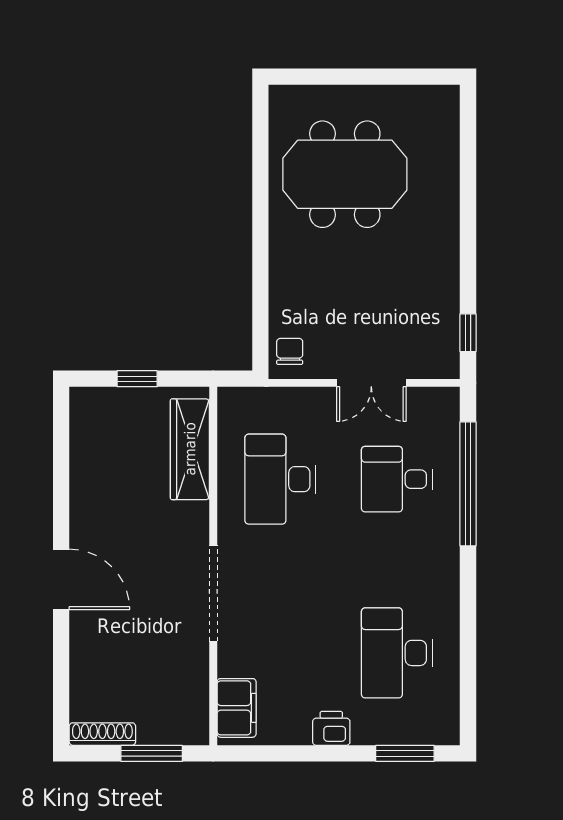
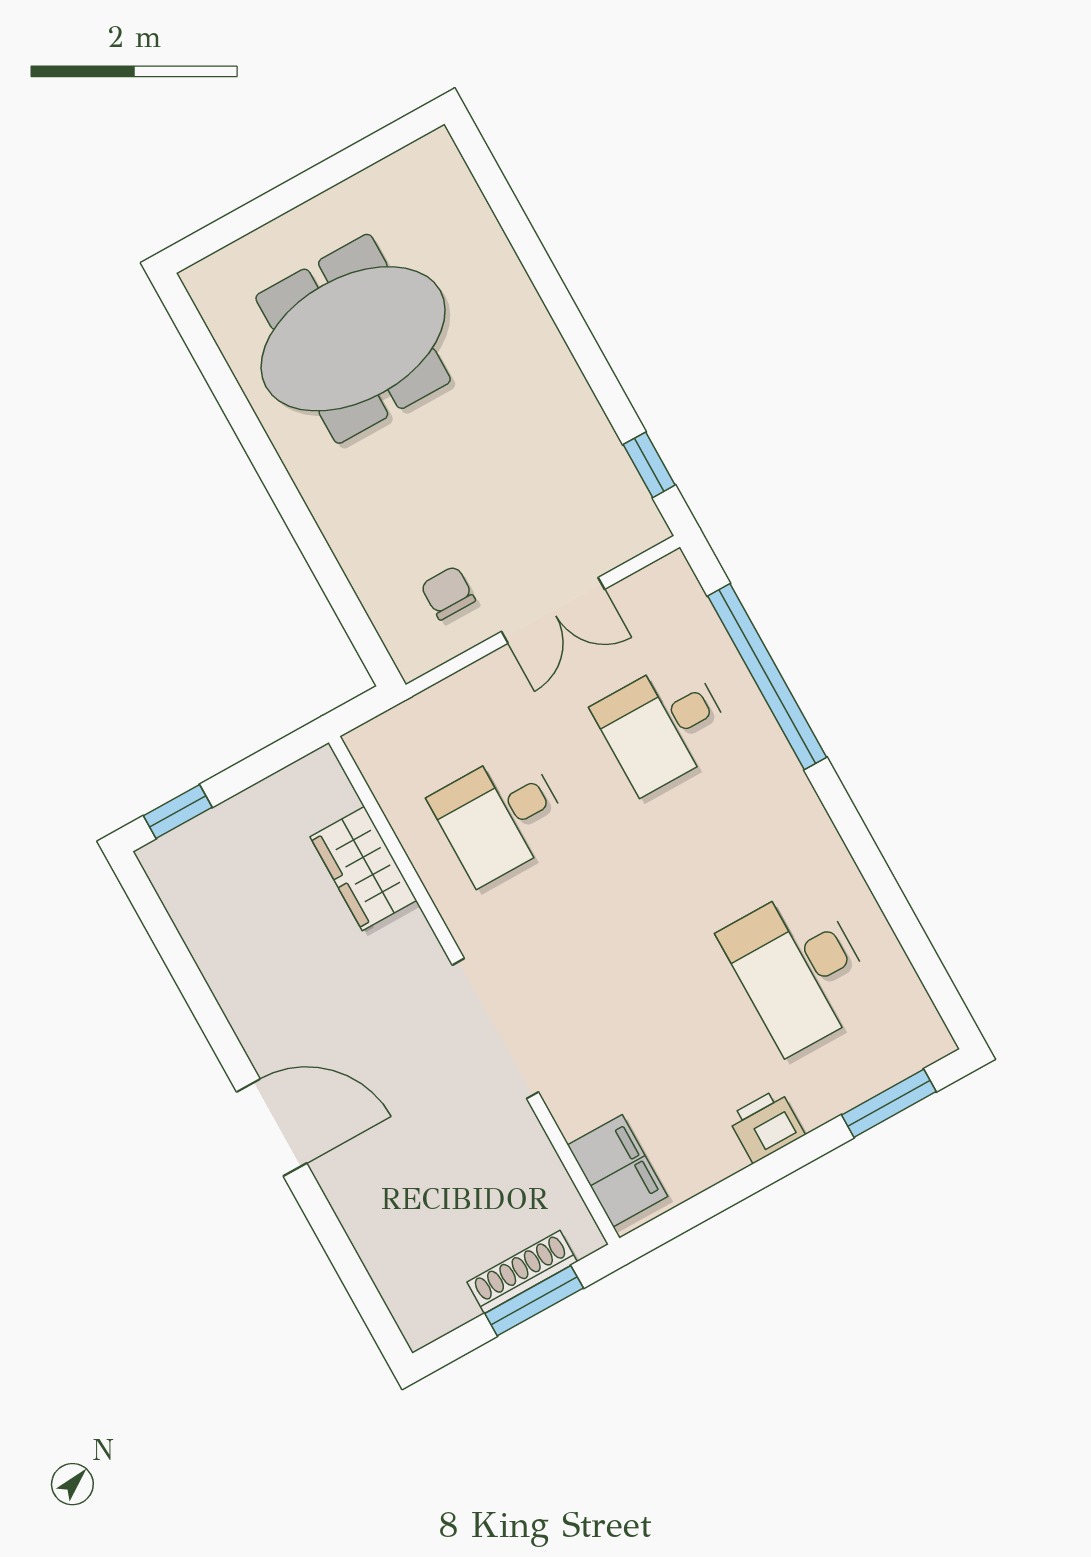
chair: (290, 351) -> (448, 593), moved
window: (137, 379) -> (178, 812), moved
wardrobe: (190, 449) -> (363, 869), width x0.67
desk: (280, 479) -> (500, 816), width x0.73
shoe rack: (102, 734) -> (522, 1272), moved

